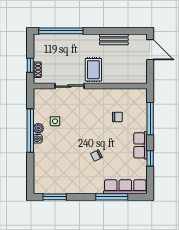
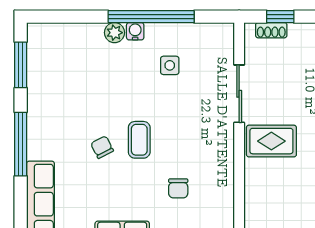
plant: (38, 128) -> (115, 33), moved
coffee table: (93, 137) -> (139, 140), added
window: (112, 197) -> (21, 144), moved

